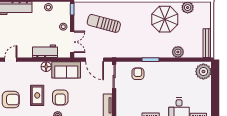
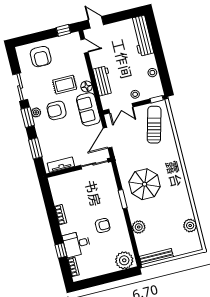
parasol: (165, 19) -> (145, 184), moved
sun lounger: (104, 23) -> (154, 125), moved
armchair: (138, 74) -> (103, 226), moved
rug: (37, 95) -> (65, 85), moved

